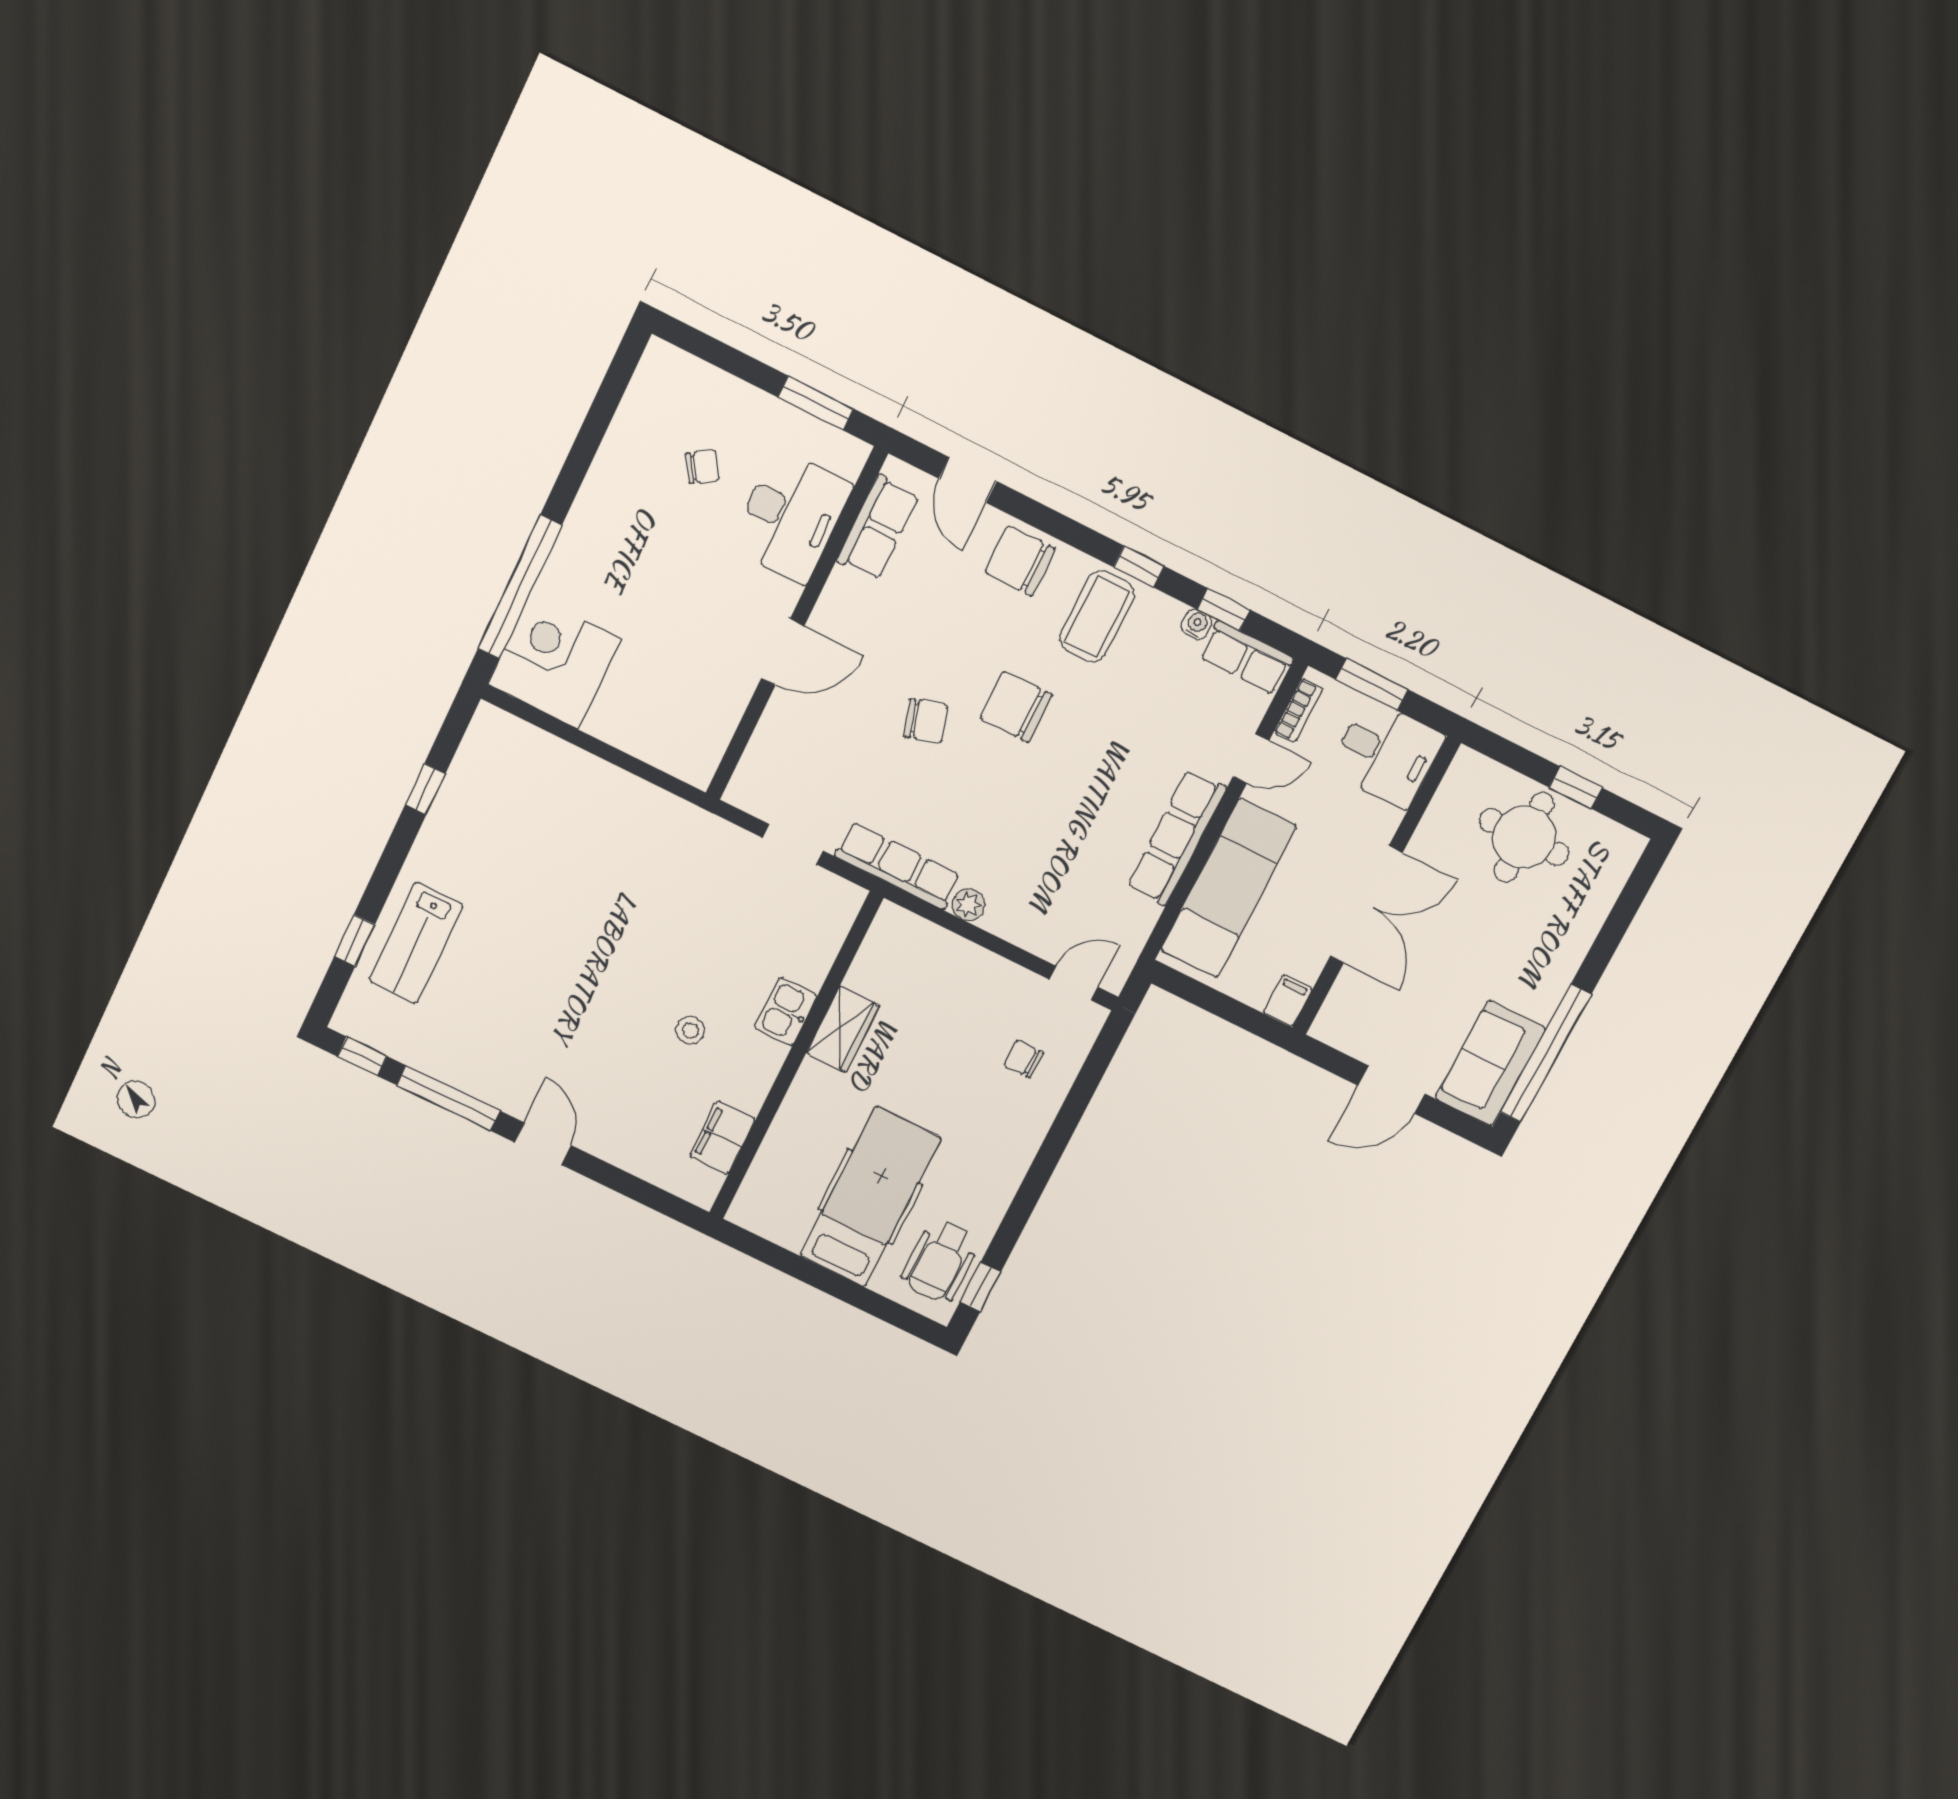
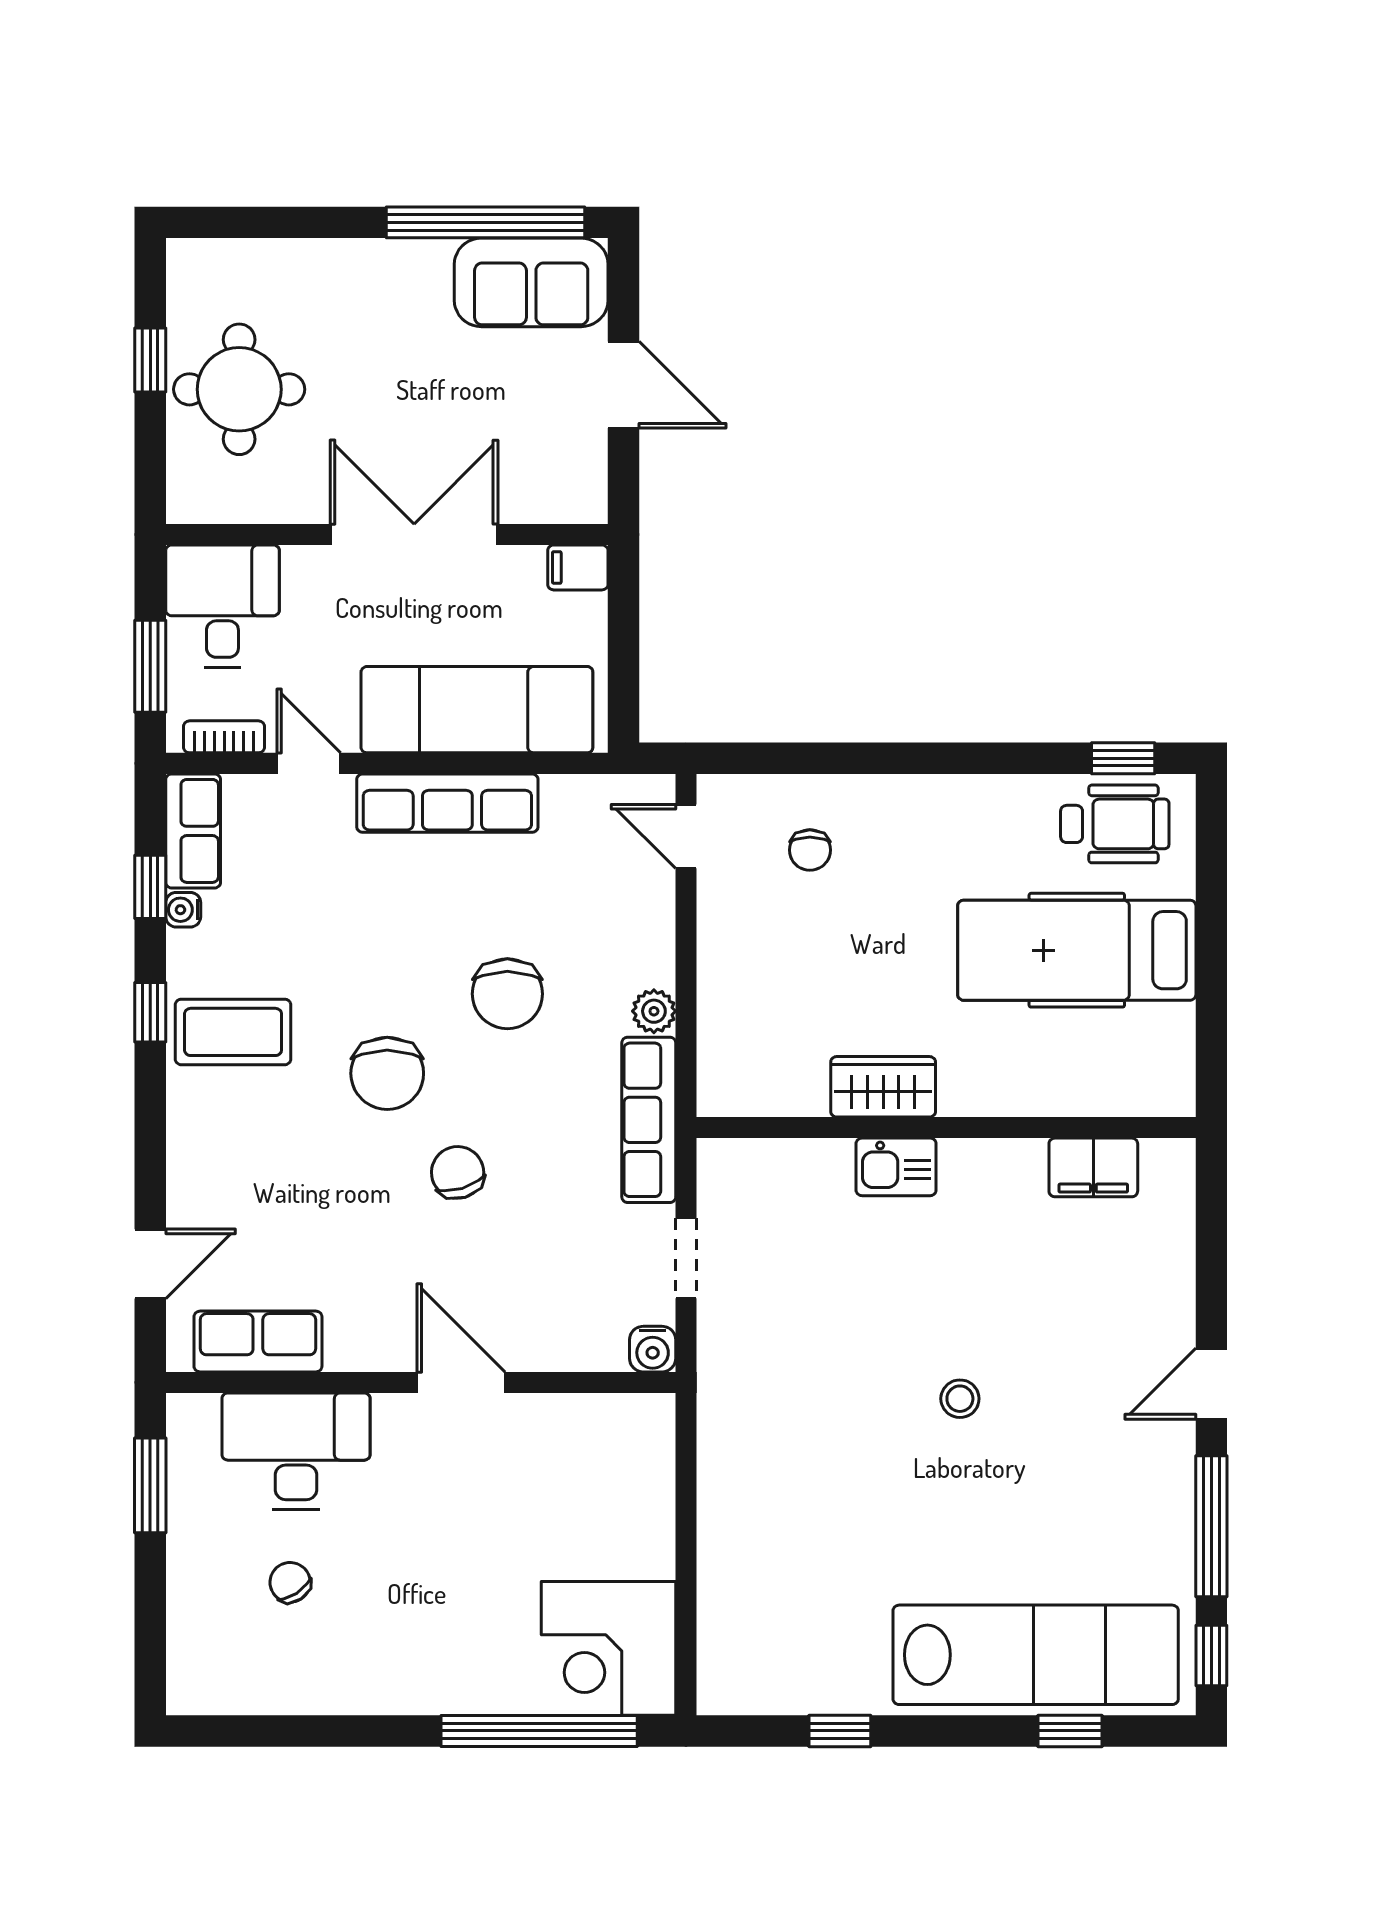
chair: (1020, 561) -> (507, 994), moved
water cooler: (743, 792) -> (653, 1349), added
lab bench: (416, 943) -> (1036, 1655), width x1.86, depth x1.39
stool: (690, 1030) -> (960, 1399), moved

